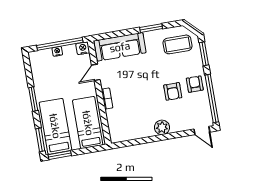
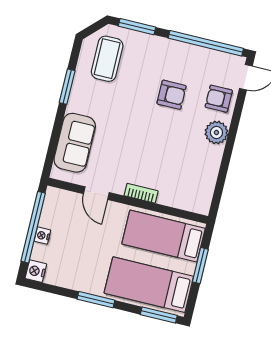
sofa: (120, 47) -> (75, 143), width x0.73
nightstand: (83, 48) -> (36, 271), moved
armchair: (195, 84) -> (219, 99), moved
window: (60, 155) -> (200, 266), moved

